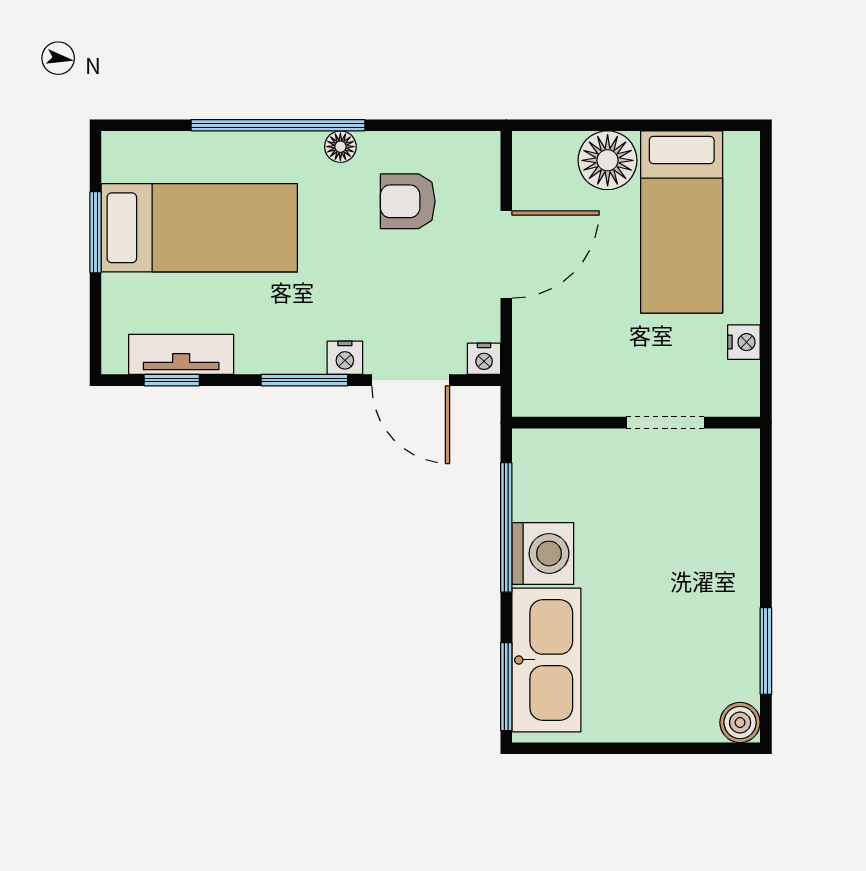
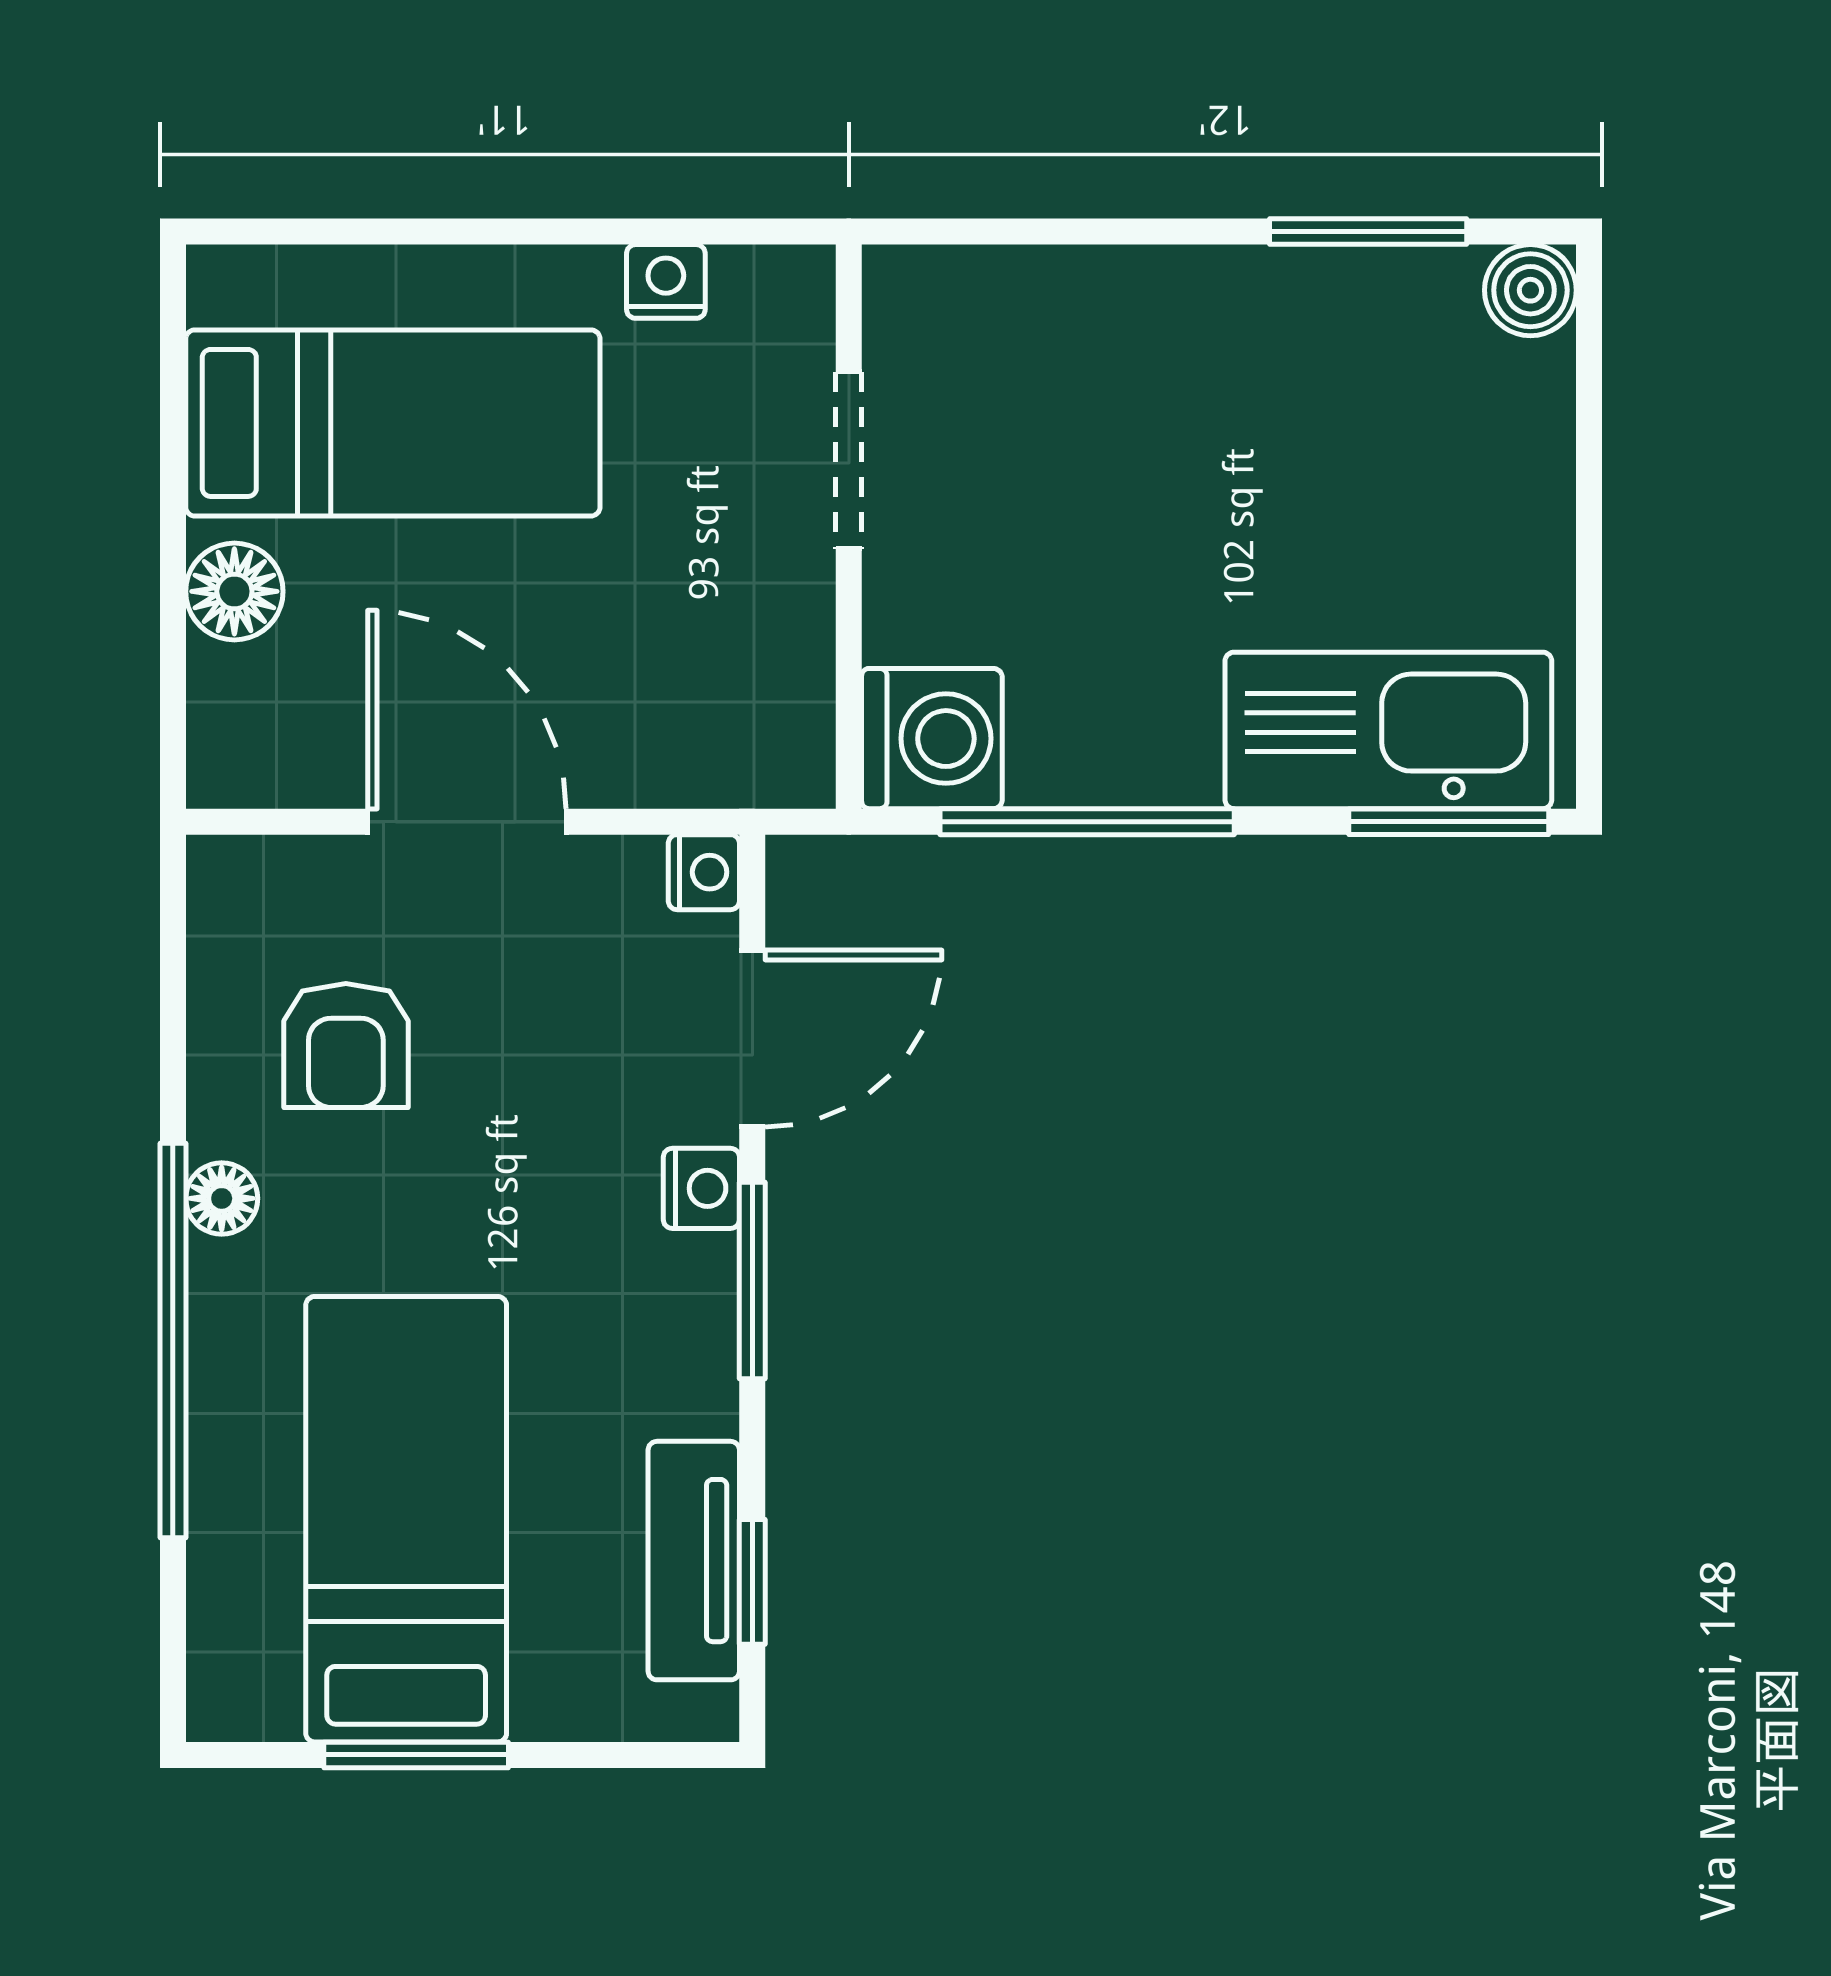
floor lamp: (608, 160) -> (234, 591), width x0.73, depth x0.73
washing machine: (543, 553) -> (932, 739), moved, turned 90

